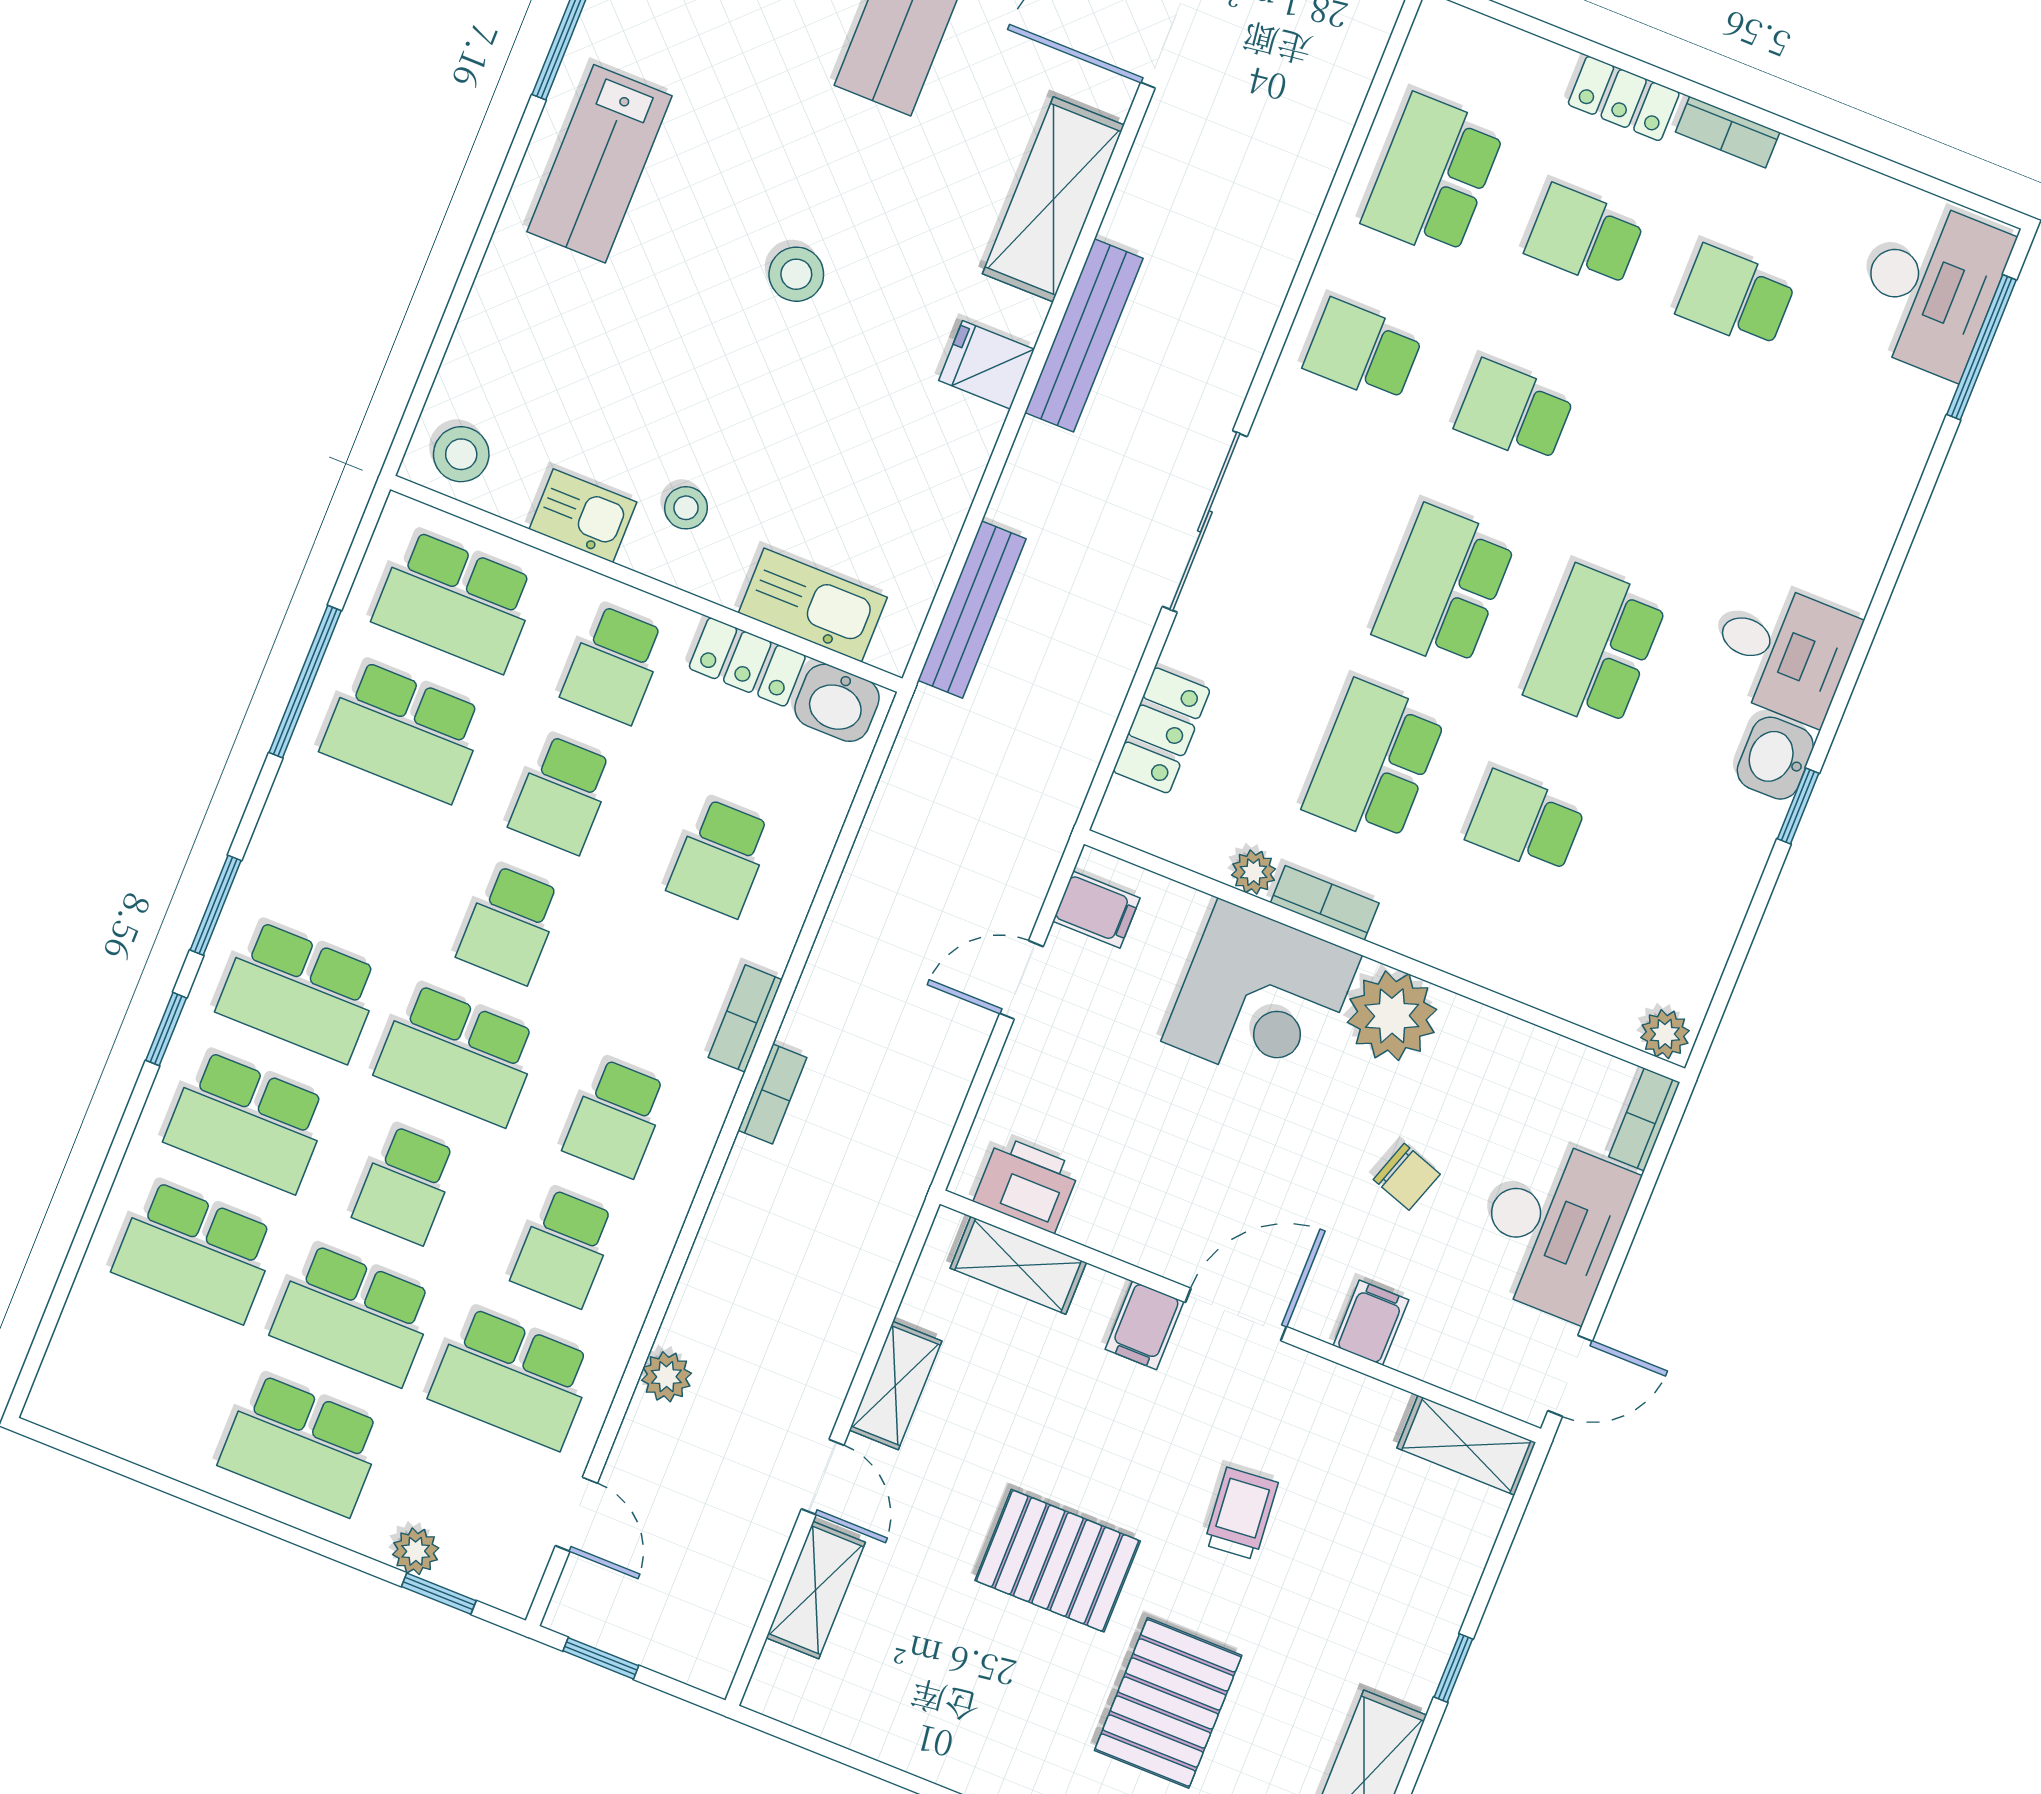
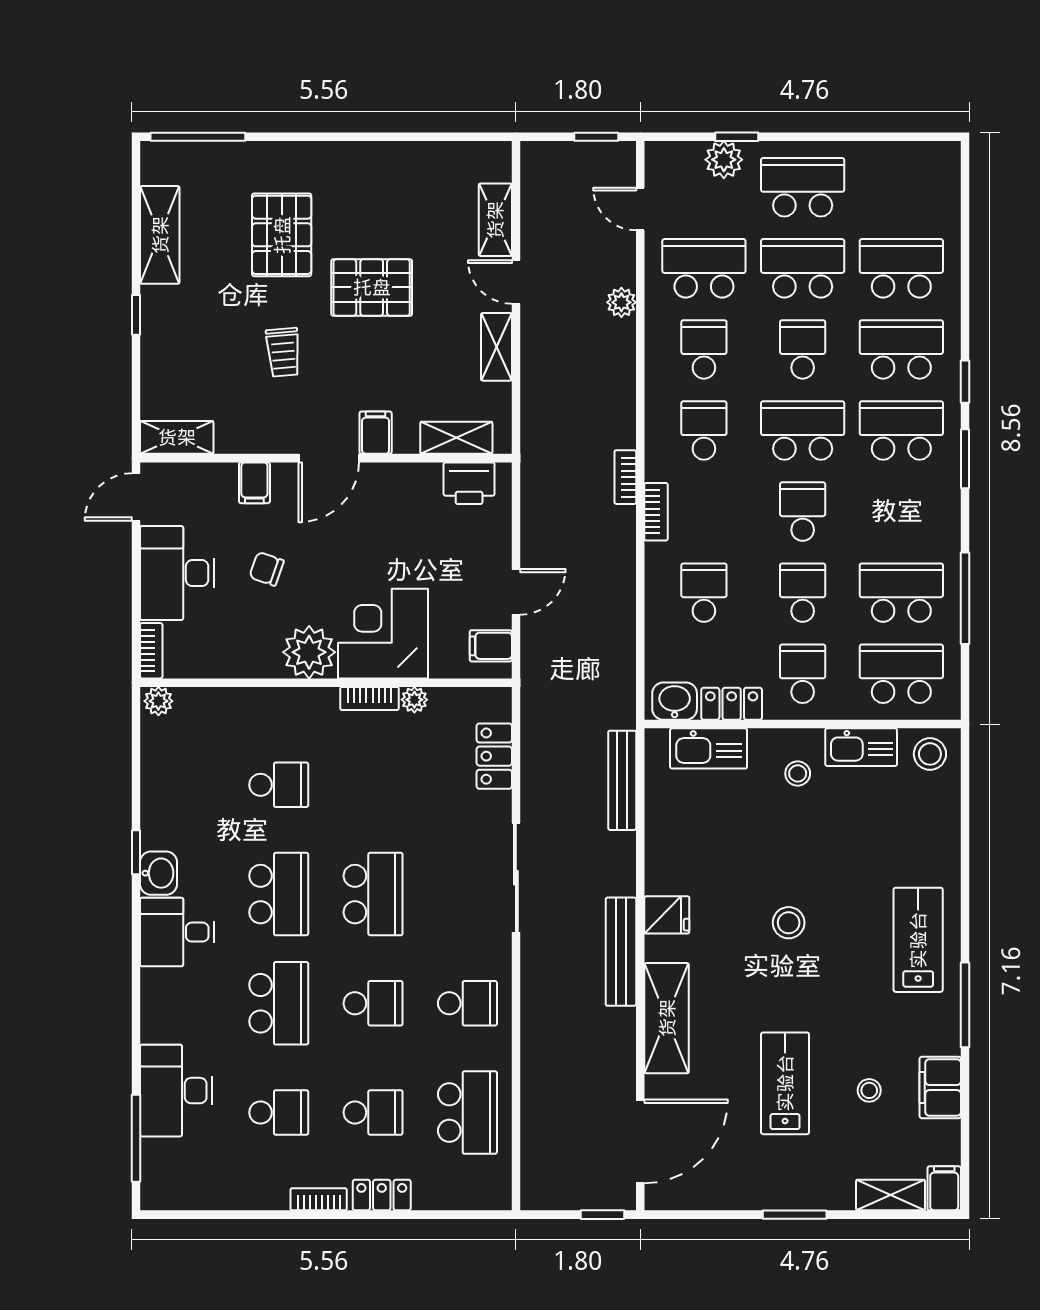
desk: (1931, 287) -> (176, 1091), moved
kitchen sink: (583, 516) -> (861, 747), width x1.38
school desk: (1374, 762) -> (279, 1003), moved
plant: (416, 1551) -> (724, 160), width x1.38, depth x1.38
window: (439, 1594) -> (737, 137), moved

